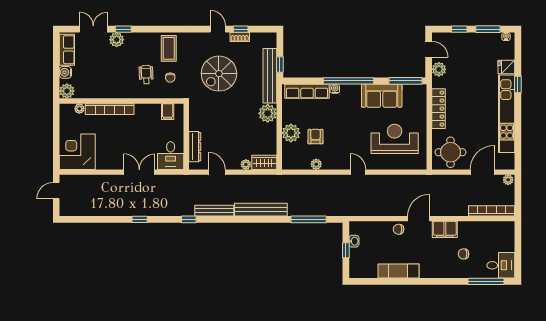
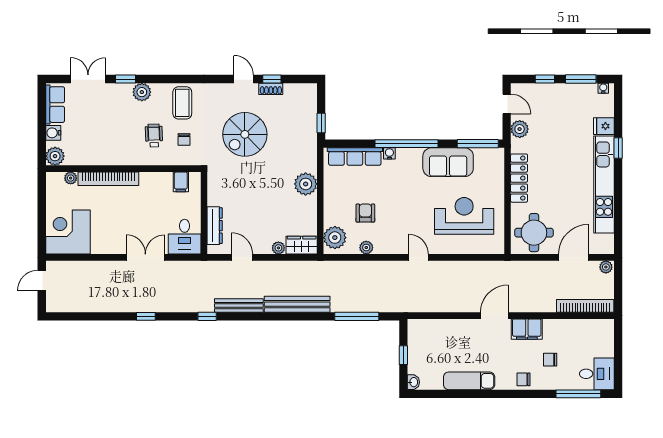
plant: (117, 40) -> (142, 92), moved
bench: (270, 76) -> (309, 137), removed
plant: (291, 133) -> (335, 238), moved
chair: (399, 229) -> (523, 379), moved
washbasin: (354, 241) -> (413, 382), moved

